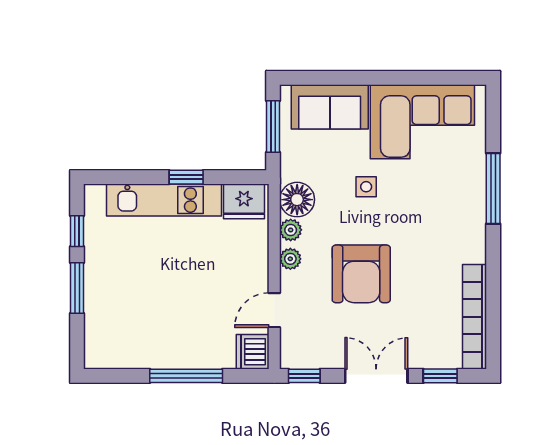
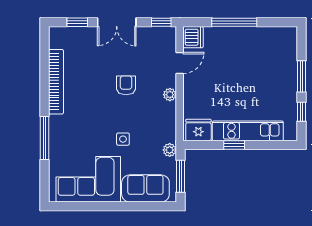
floor lamp: (297, 200) -> (166, 131), removed
plant: (291, 230) -> (170, 150), moved
armchair: (361, 274) -> (126, 85), width x0.53, depth x0.53
bookcase: (474, 317) -> (56, 82), moved

